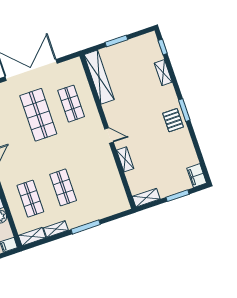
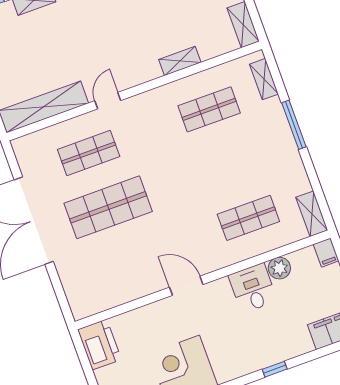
door: (109, 136) -> (108, 101), moved
shop shelf: (63, 187) -> (209, 109), moved
shelving: (56, 229) -> (264, 79), moved

